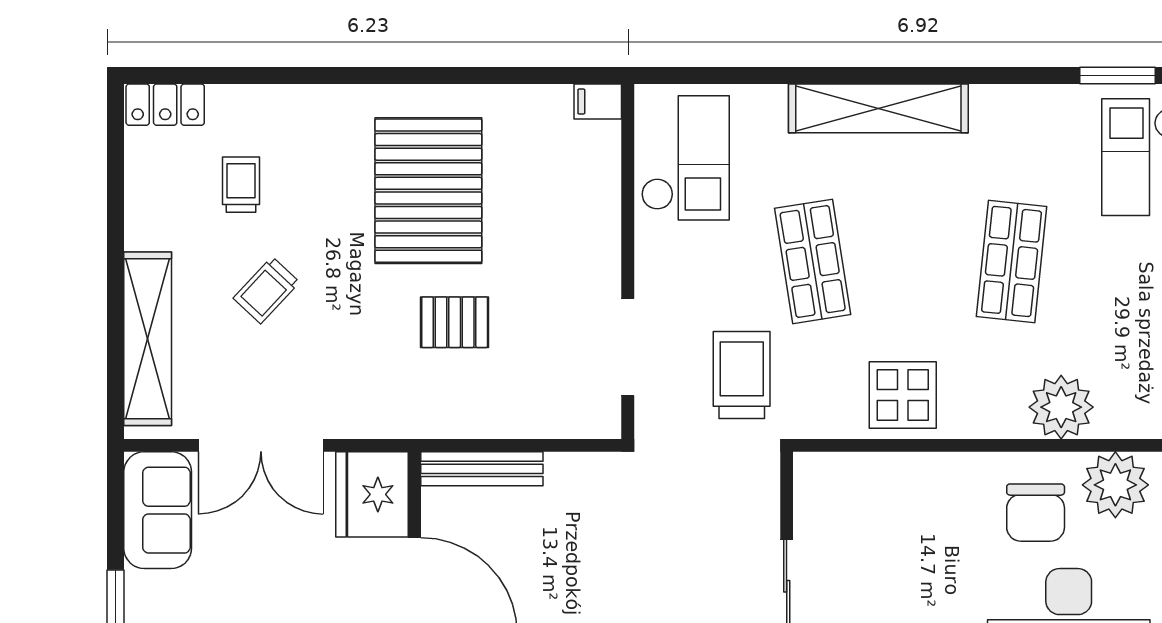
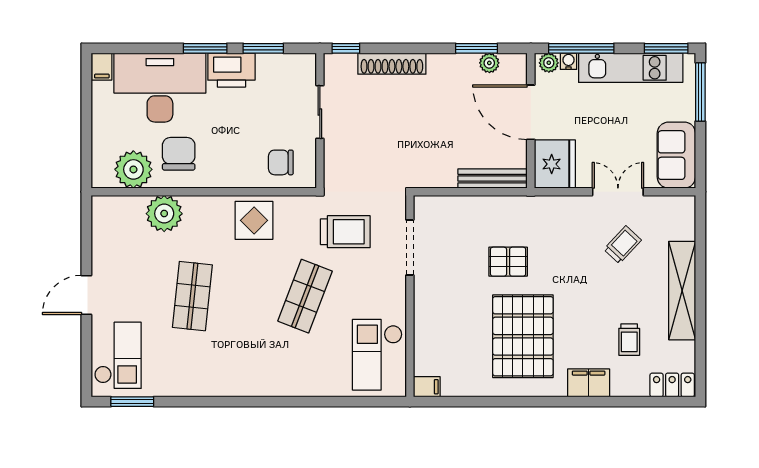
filing cabinet: (313, 108) -> (589, 383), added
shelving: (878, 108) -> (268, 383), removed
shop shelf: (813, 261) -> (305, 296), turned 30
trolley: (266, 290) -> (623, 245), moved
shelving: (148, 339) -> (682, 291), moved
trolley: (742, 375) -> (345, 232), turned -90
double door: (261, 445) -> (618, 192), width x0.73
chair: (855, 497) -> (281, 162), added

